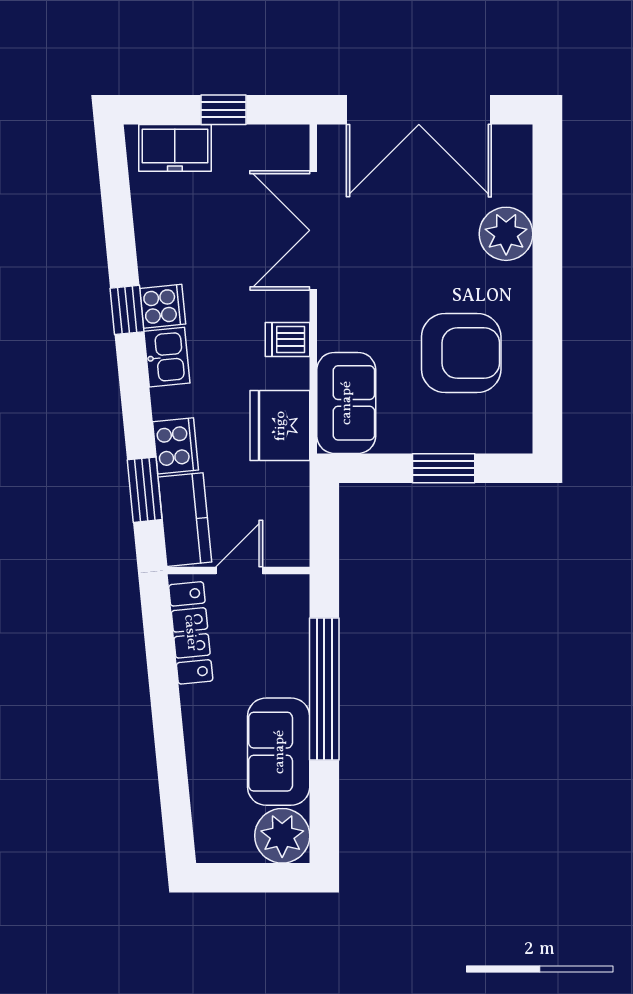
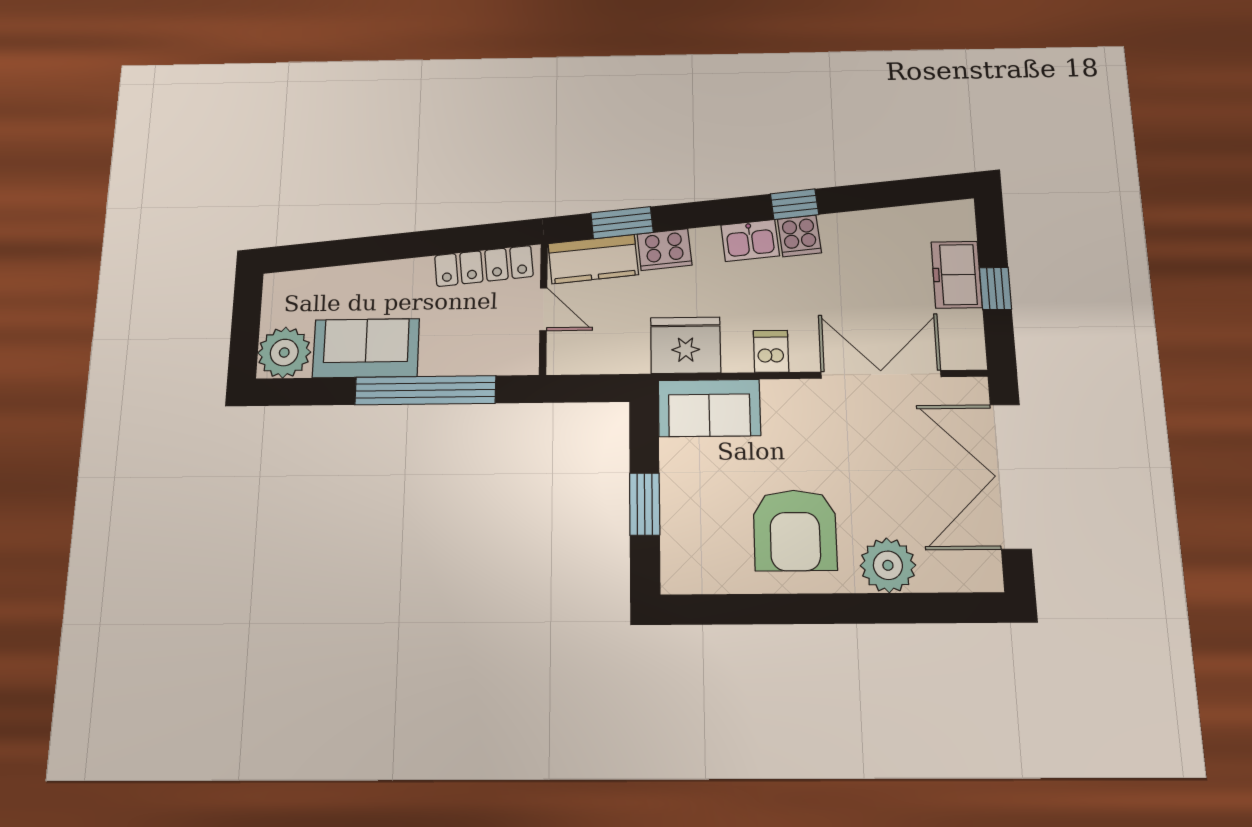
freezer: (175, 148) -> (957, 275), moved
armchair: (461, 353) -> (795, 530), moved

